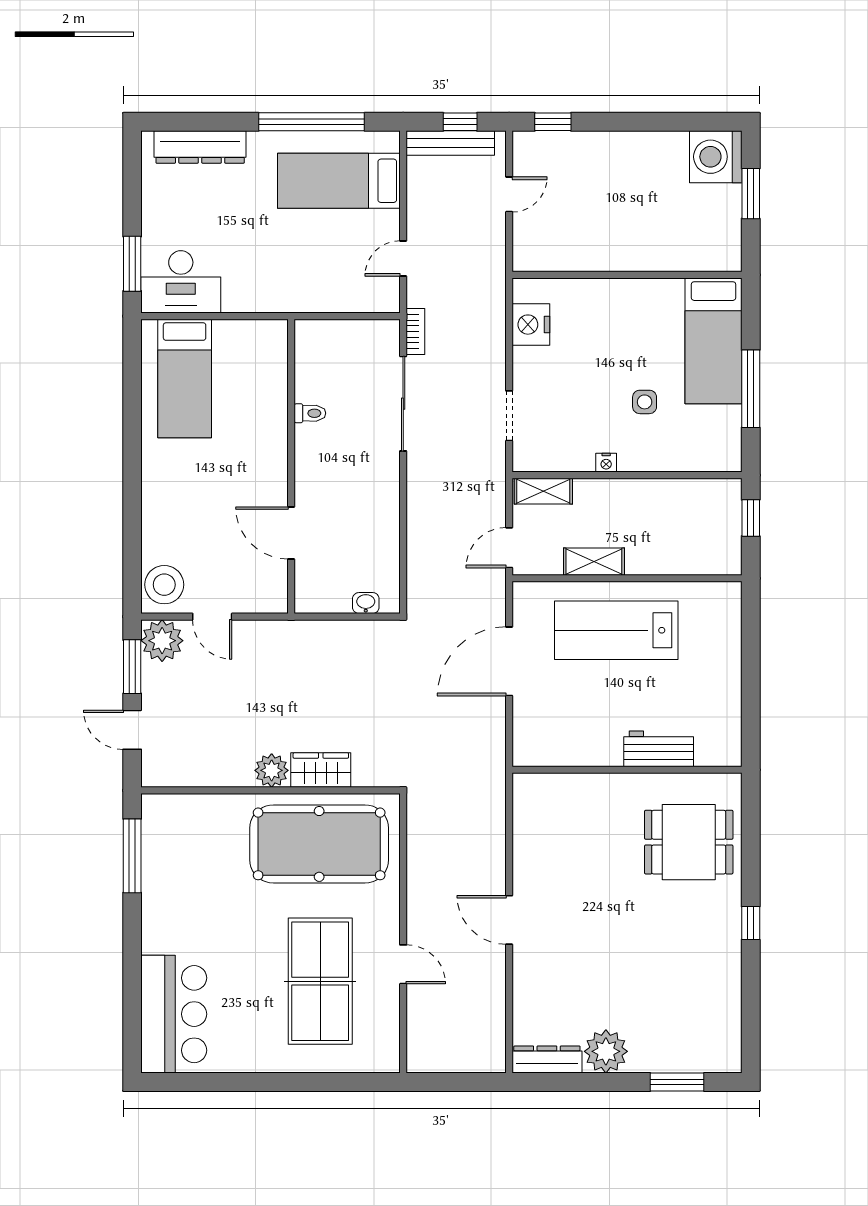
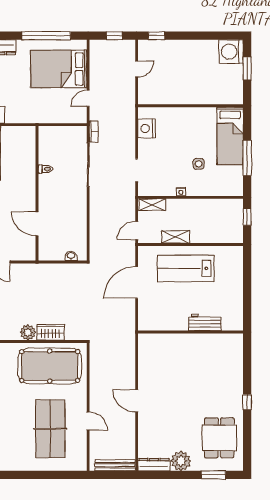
bench: (450, 143) -> (115, 465), moved
bed: (339, 181) -> (59, 69), width x1.50
dining table: (689, 842) -> (219, 438), moved, turned 90

